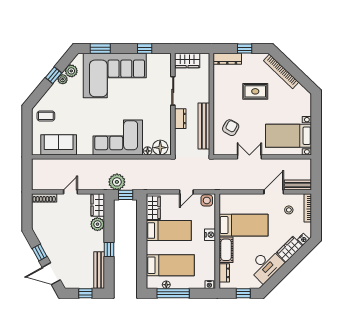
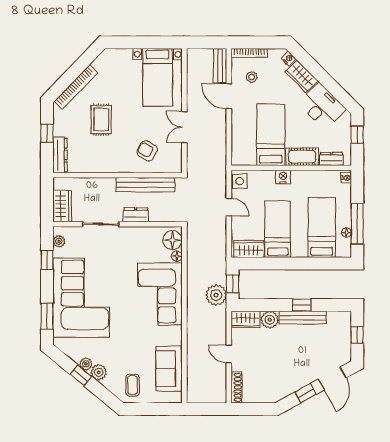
plant: (159, 58) -> (59, 241), added
plant: (71, 71) -> (99, 372), moved
bench: (99, 270) -> (303, 318), moved

